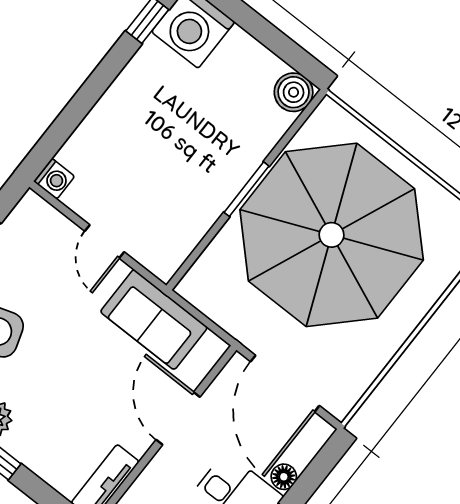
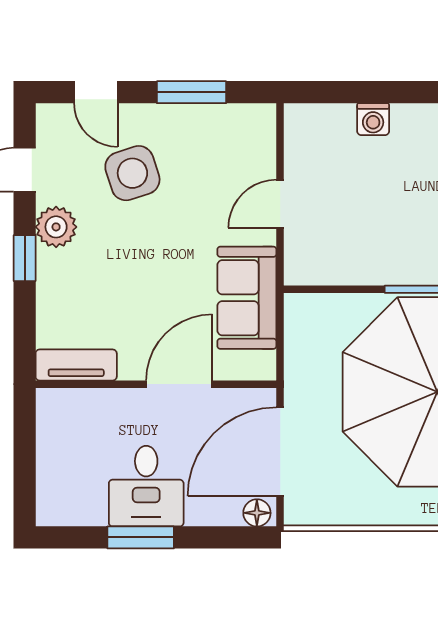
washing machine: (54, 179) -> (373, 119), moved
floor lamp: (284, 477) -> (257, 513), moved

